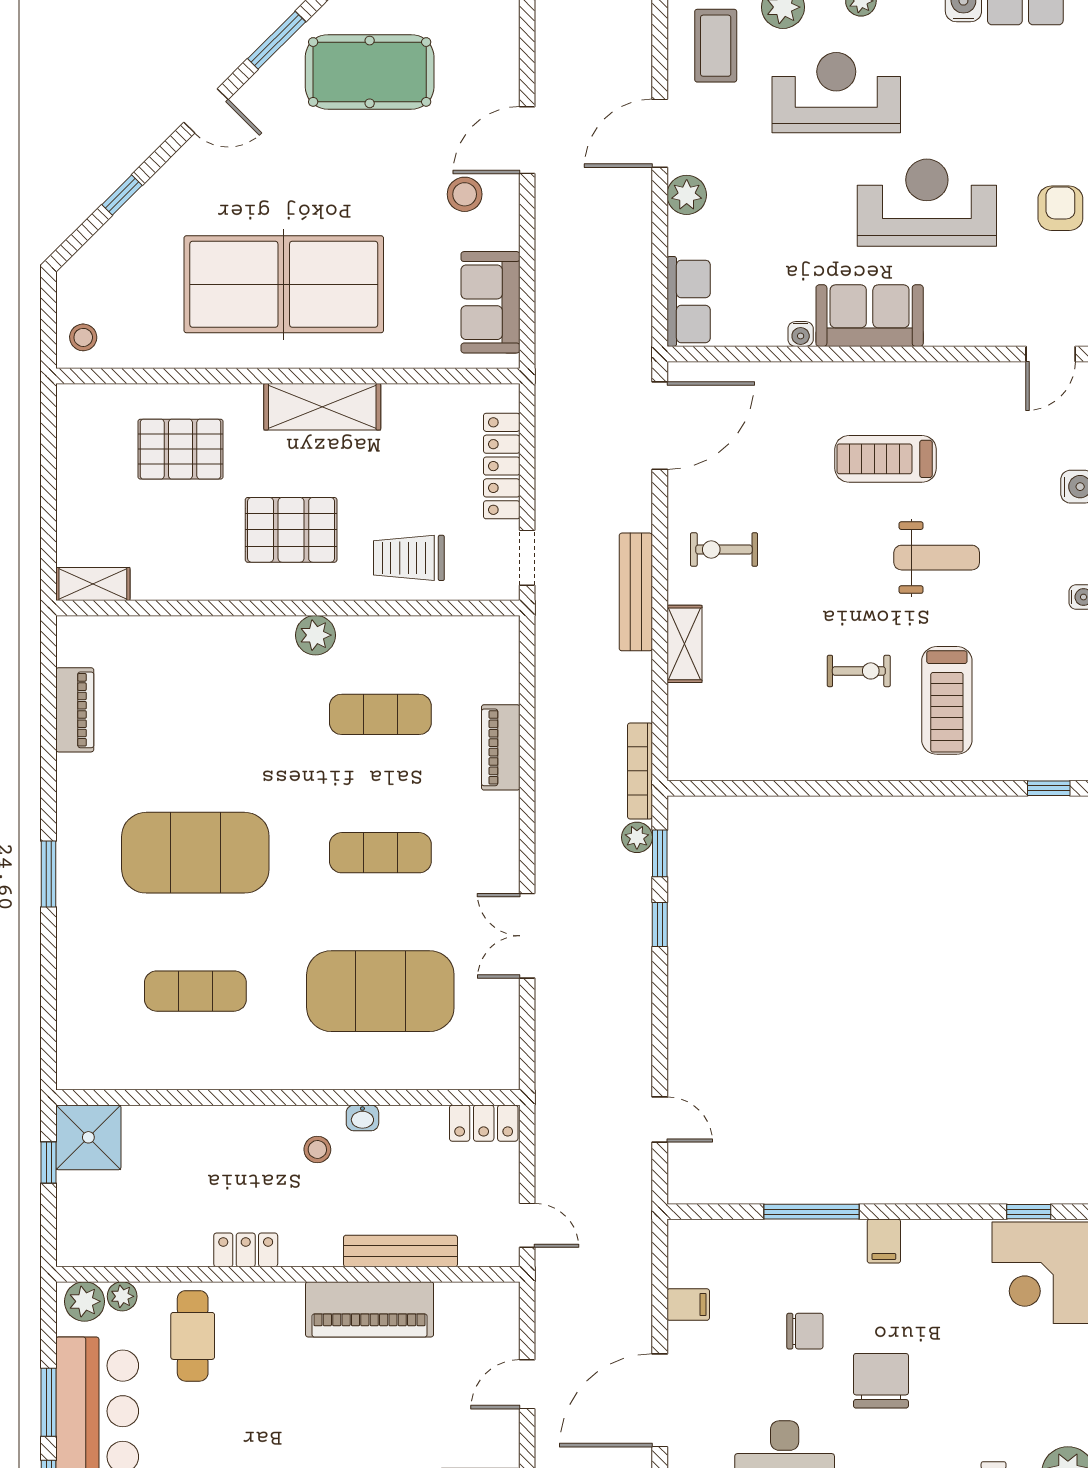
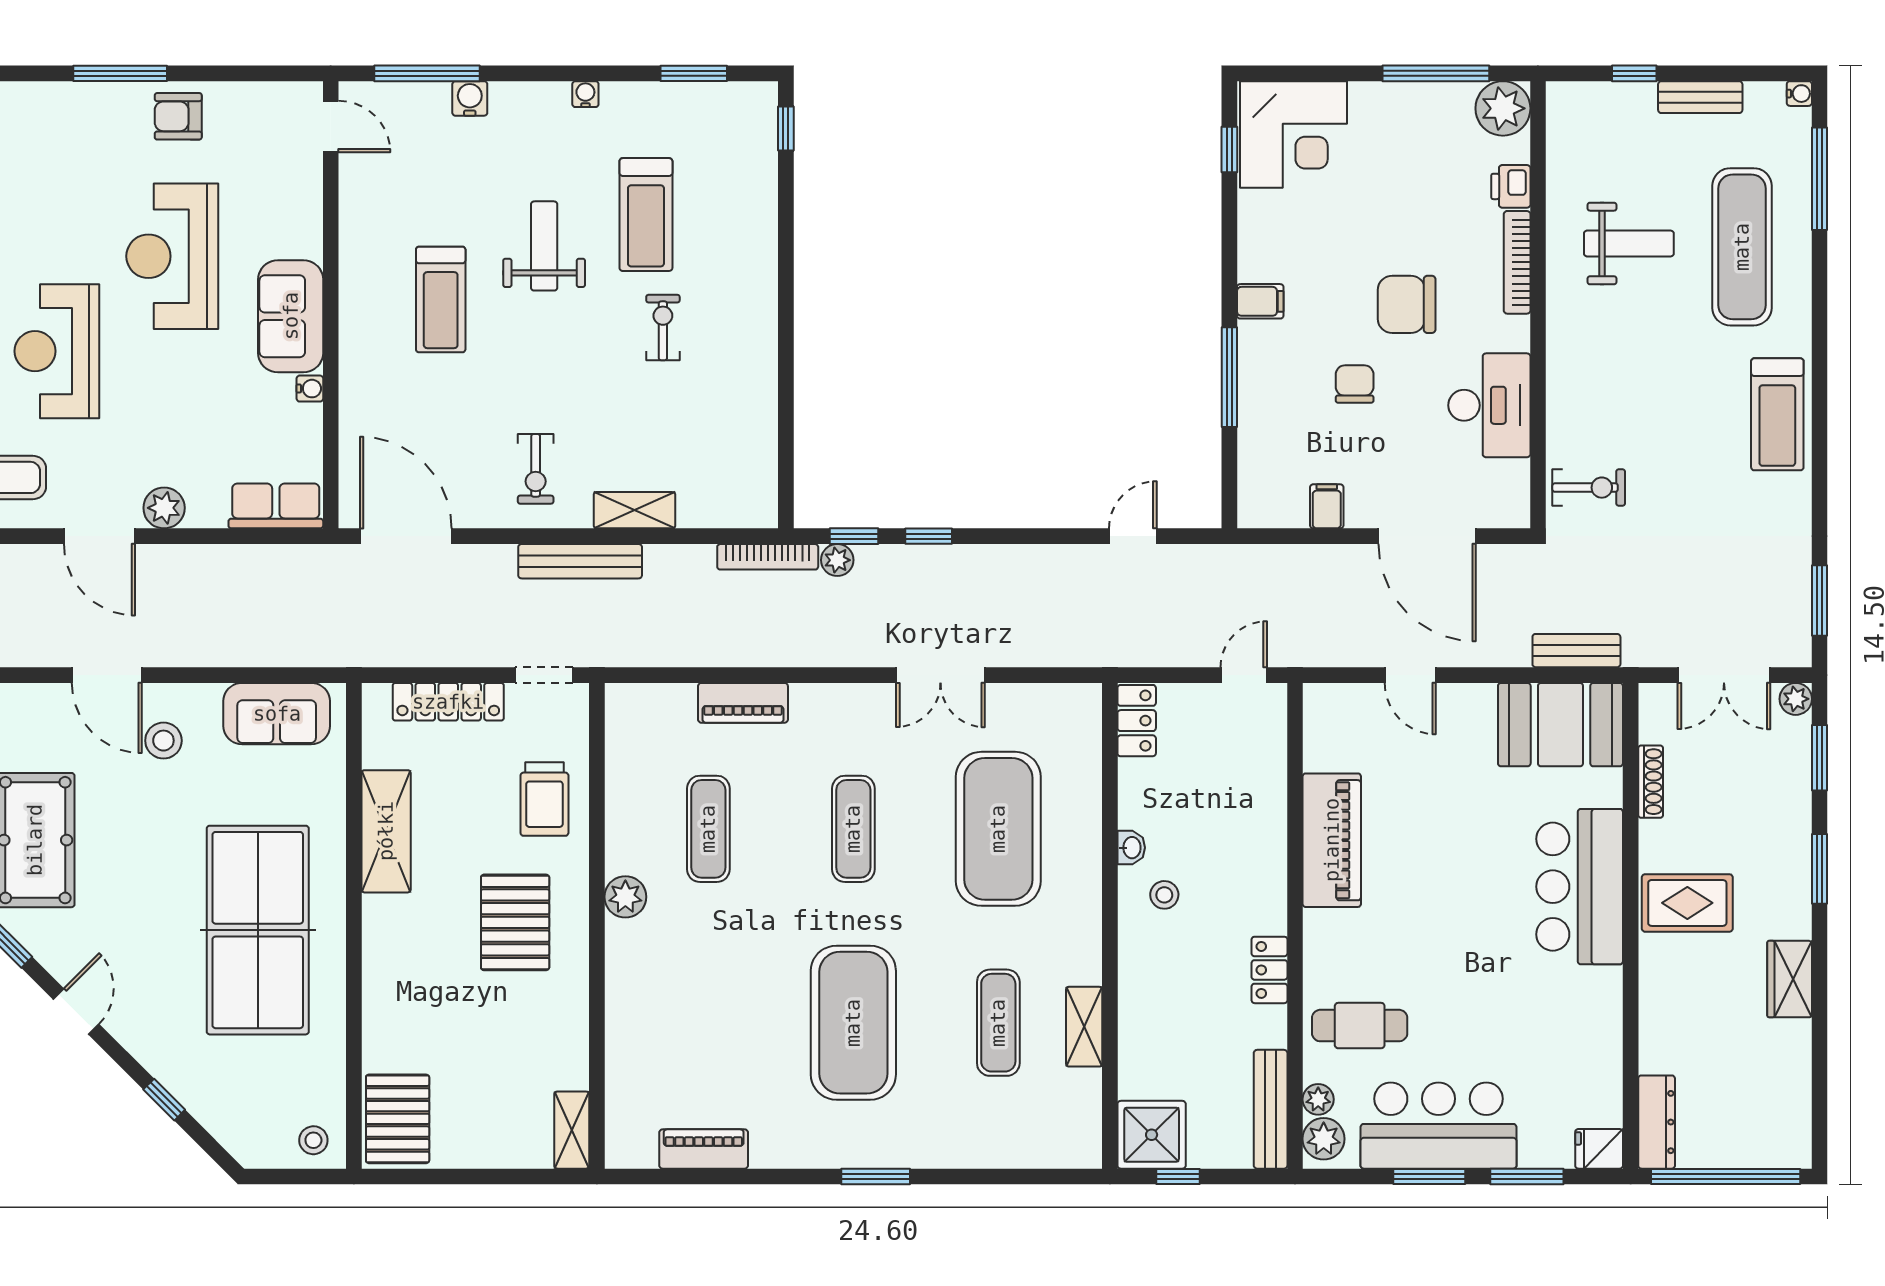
shelving: (322, 407) -> (386, 831), moved
pallet: (180, 449) -> (398, 1119), moved
treadmill: (947, 700) -> (646, 215), moved, turned 90
shelving: (192, 1073) -> (1084, 1027), added
bench: (400, 1251) -> (1271, 1109), moved

